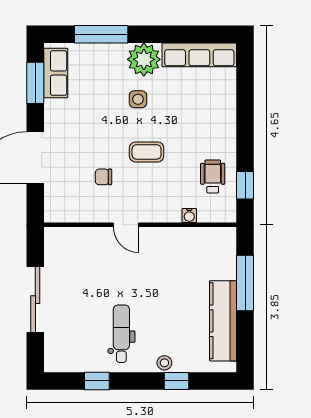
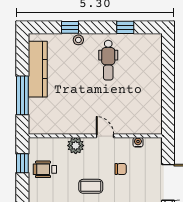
wheelchair: (213, 176) -> (45, 169), turned 90
plant: (168, 211) -> (76, 146), added
water cooler: (189, 215) -> (138, 142), moved
sliding door: (35, 300) -> (168, 84), removed

